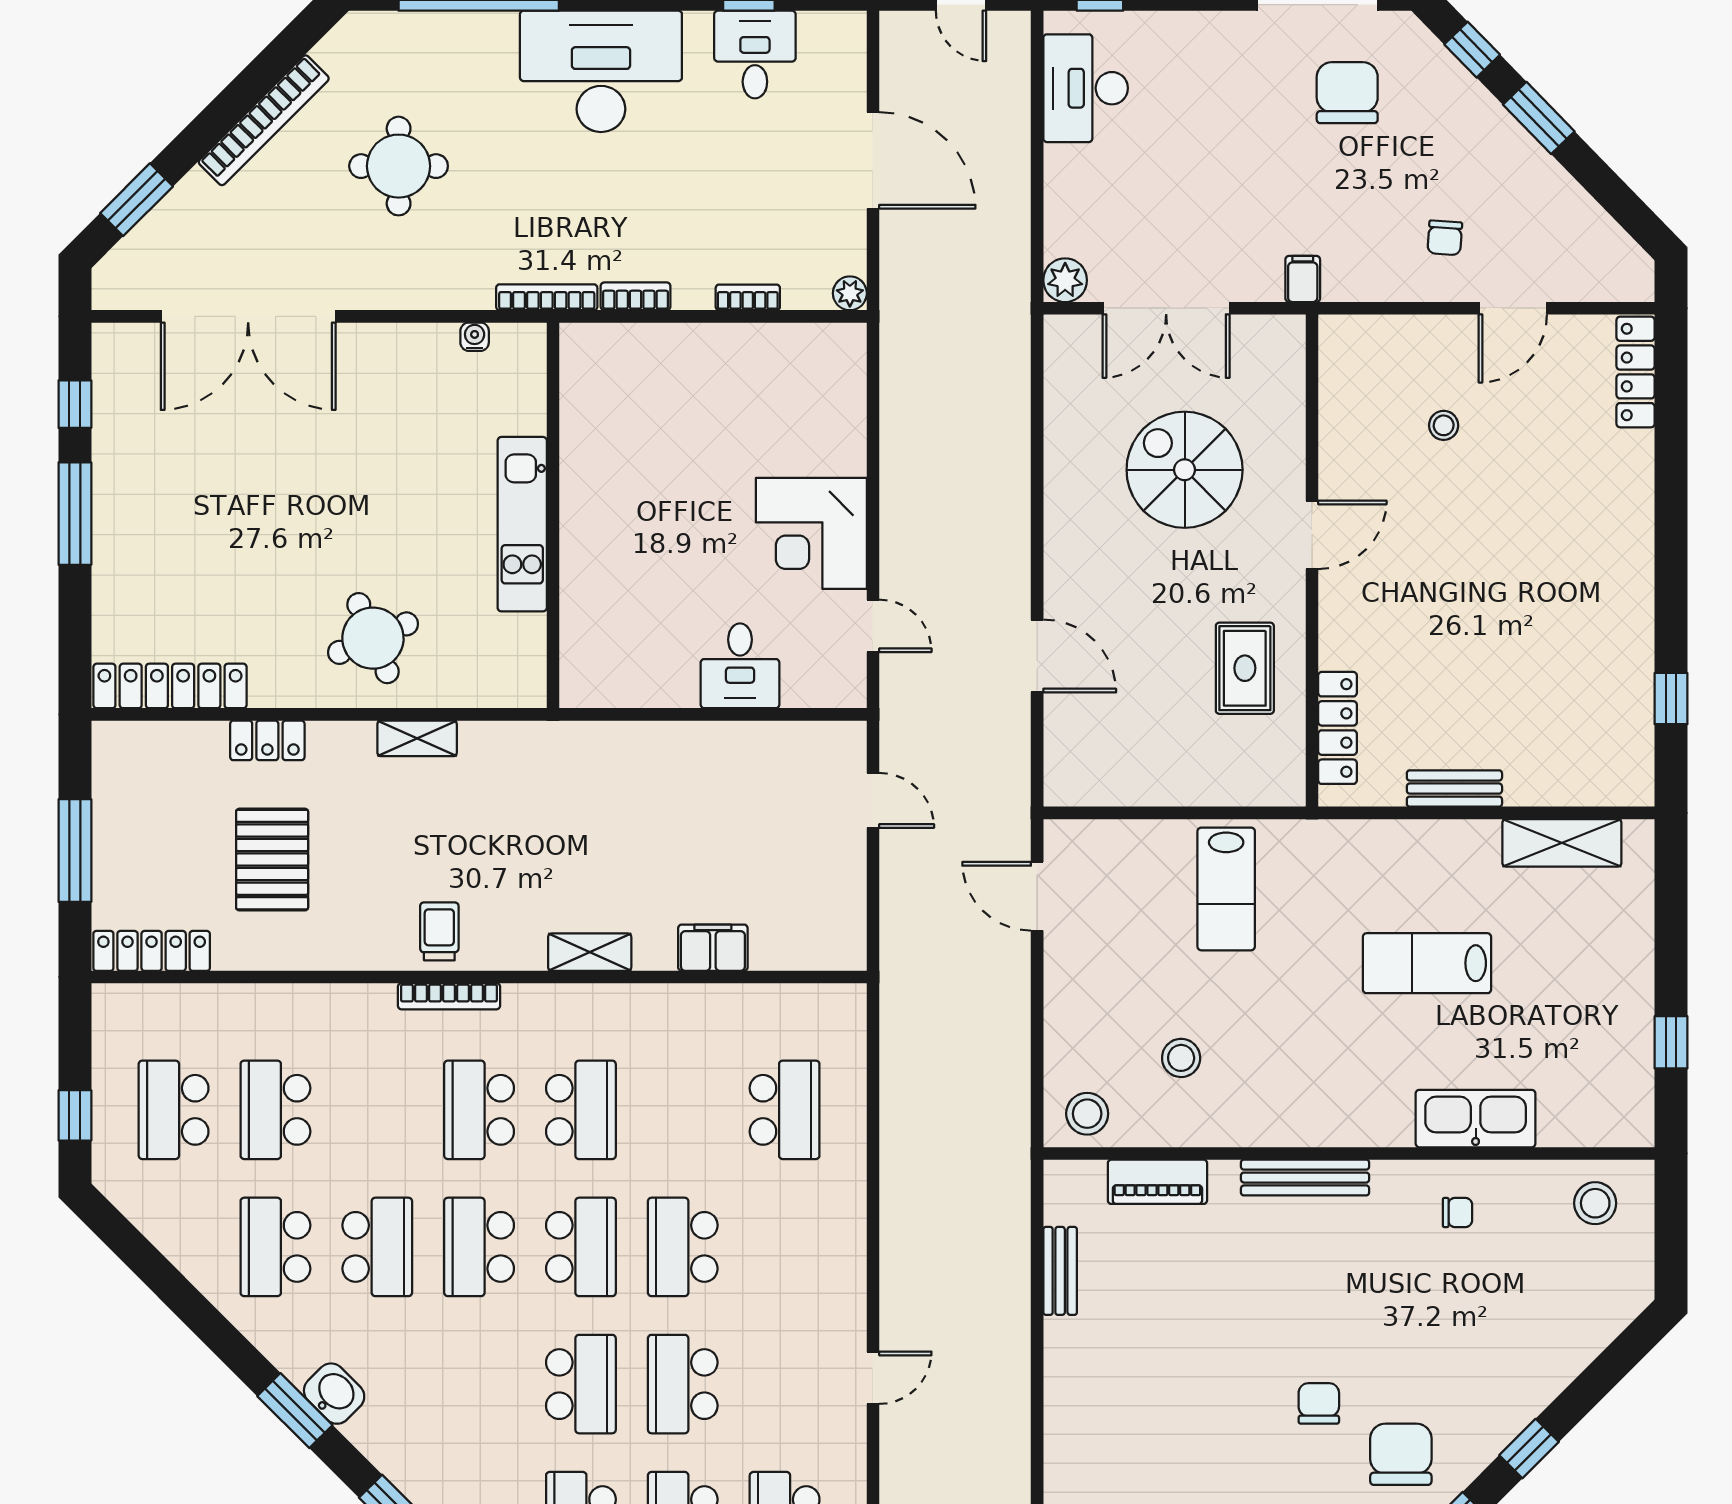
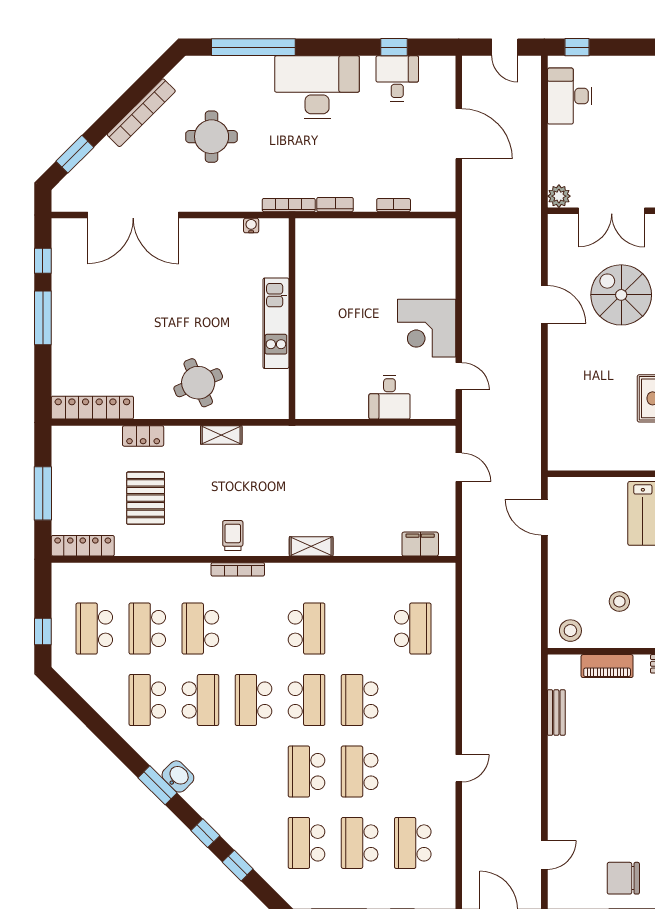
plant: (850, 293) -> (447, 203), removed
door: (1037, 656) -> (544, 304), moved
filing cabinet: (713, 948) -> (420, 544), moved
school desk: (479, 1110) -> (200, 629), moved
school desk: (581, 1384) -> (307, 771), turned 180

